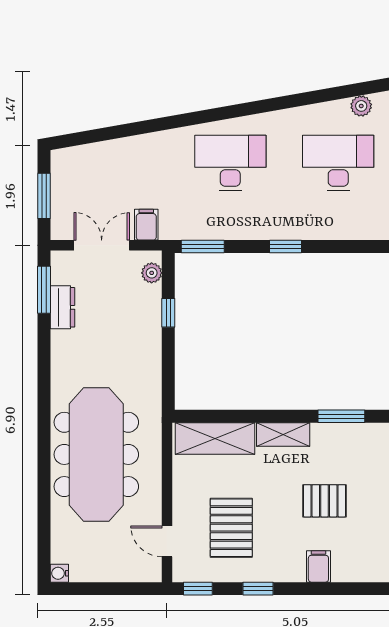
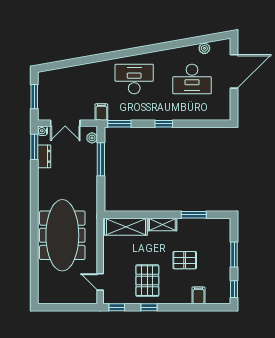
desk: (338, 163) -> (192, 79), turned 180
filing cabinet: (146, 225) -> (101, 112), moved
double door: (102, 245) -> (65, 123), swing flipped
window: (168, 313) -> (101, 159), width x2.17
pallet: (231, 528) -> (147, 281), moved
filing cabinet: (318, 566) -> (198, 295), moved
water cooler: (59, 573) -> (43, 131), moved

